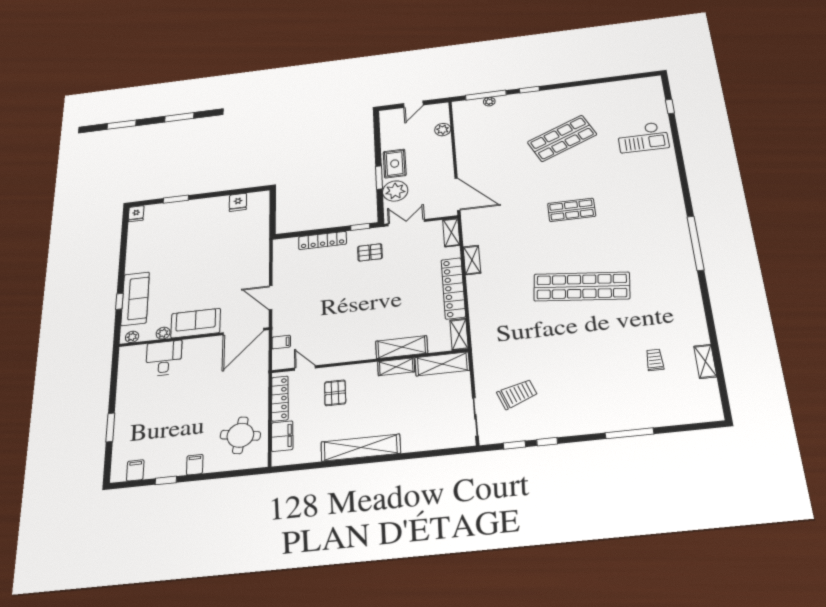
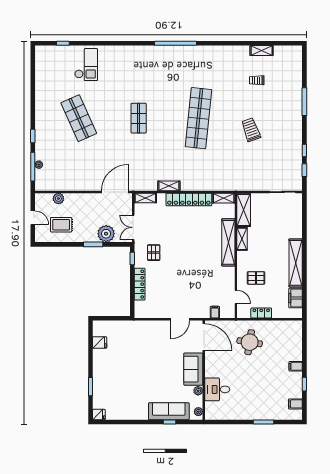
rug: (395, 164) -> (61, 225), moved
shelving: (402, 347) -> (228, 242), width x1.47
door: (305, 368) -> (236, 297), swing flipped
trolley: (517, 394) -> (251, 130), moved
locker: (280, 399) -> (261, 313), width x0.66
round table: (240, 435) -> (250, 342), moved
filing cabinet: (282, 436) -> (296, 298), moved, turned -90

